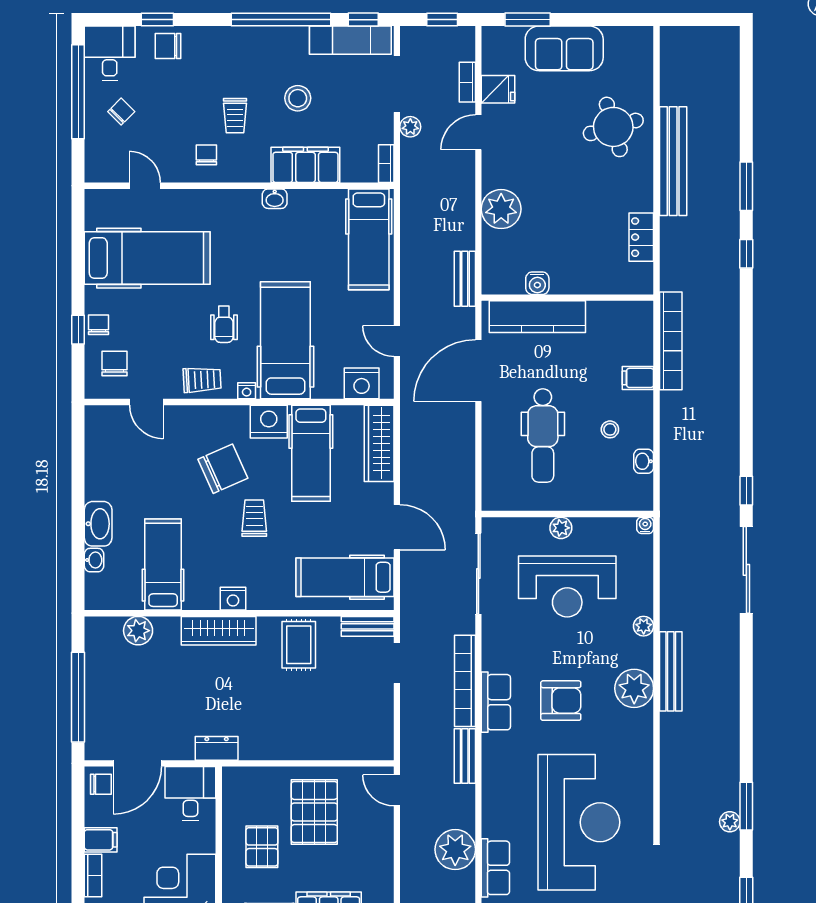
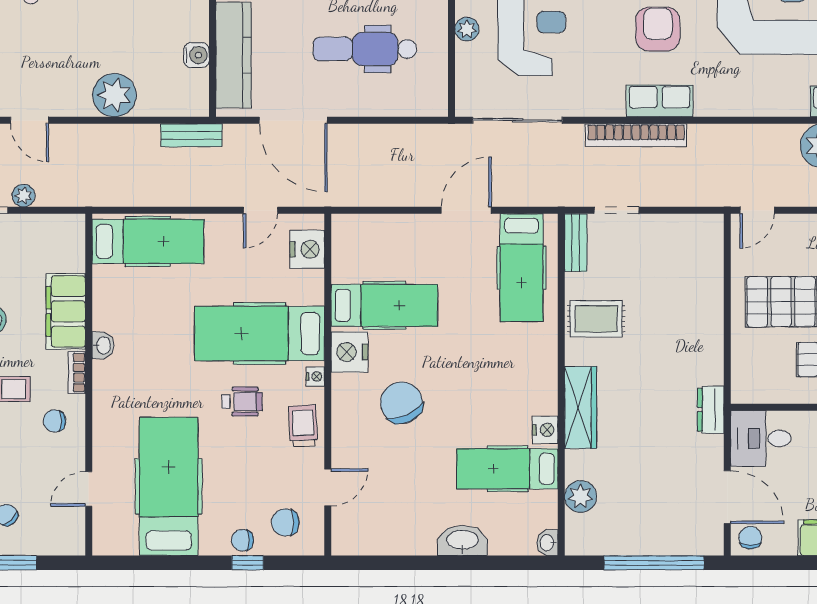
bookcase: (386, 164) -> (77, 373), moved, turned 90
dental chair: (543, 436) -> (365, 49), turned 180
wardrobe: (379, 443) -> (373, 230), removed
trolley: (254, 518) -> (456, 368), removed
washbasin: (94, 560) -> (547, 543), moved, turned -90
nightstand: (233, 599) -> (545, 430), moved
bench: (465, 756) -> (719, 135), removed

